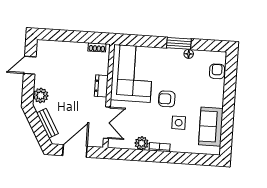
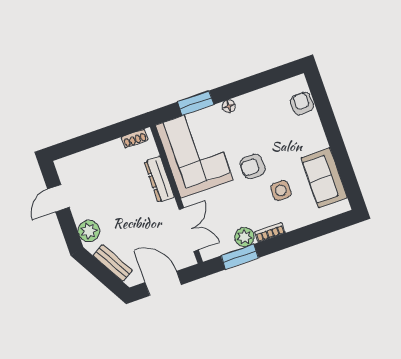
window: (179, 43) -> (196, 103), moved
floor lamp: (189, 54) -> (229, 106), moved
dresser: (101, 86) -> (159, 179), width x1.44
door: (75, 151) -> (163, 283), hinge flipped
window: (133, 155) -> (240, 257), added

